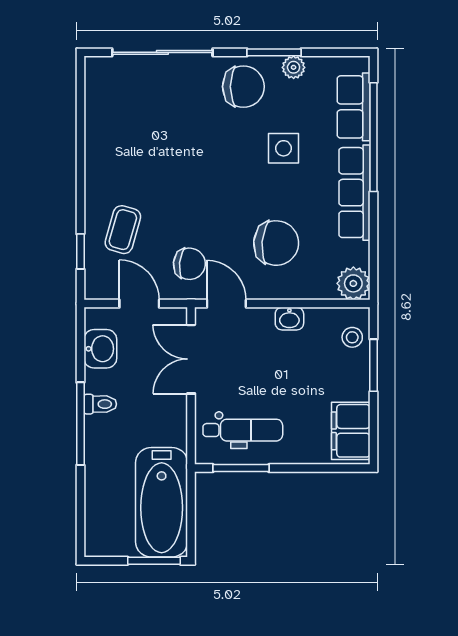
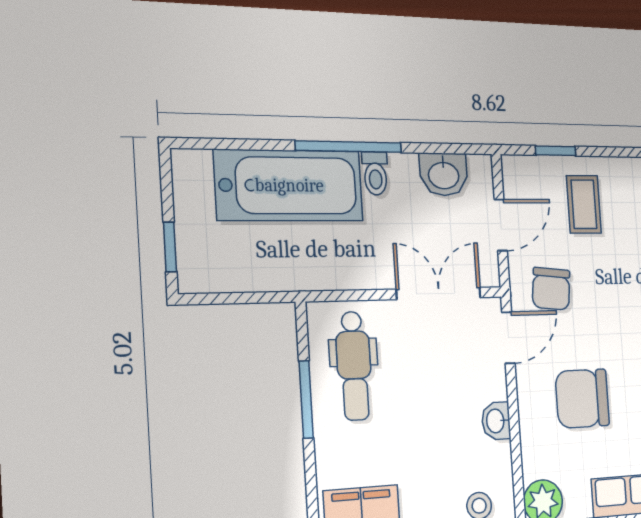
coffee table: (123, 230) -> (584, 204), turned 74
chair: (276, 243) -> (582, 398), turned 85
window: (241, 468) -> (306, 399), moved
bathtub: (162, 502) -> (289, 185), moved, turned 180
window: (154, 561) -> (170, 247), width x0.67

